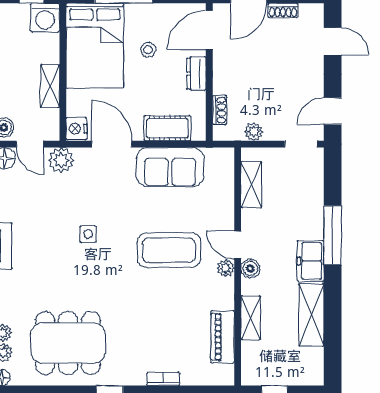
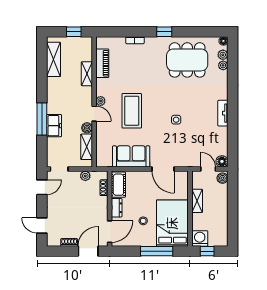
cot: (167, 128) -> (118, 185), moved, turned 90
nightstand: (76, 129) -> (183, 178), removed
plant: (61, 160) -> (191, 160), removed
coffee table: (169, 250) -> (132, 111), turned 90
freezer: (311, 261) -> (54, 126), moved
boiler: (250, 269) -> (87, 128), moved
shelving: (311, 315) -> (54, 59), moved

